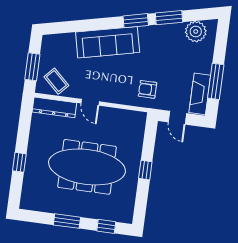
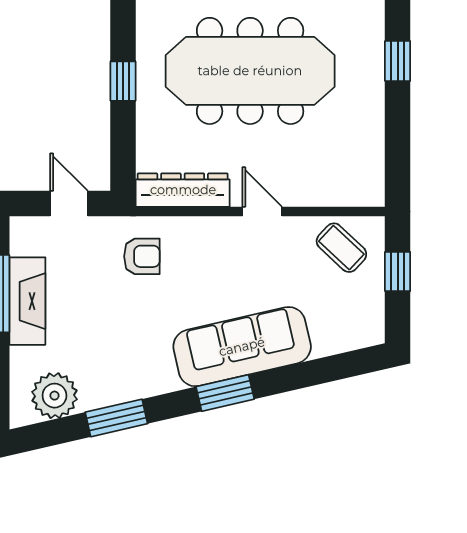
window: (136, 21) -> (225, 393), moved
window: (32, 67) -> (398, 272), width x0.67
fireplace: (200, 94) -> (27, 301), moved
dresser: (54, 107) -> (183, 190), moved

